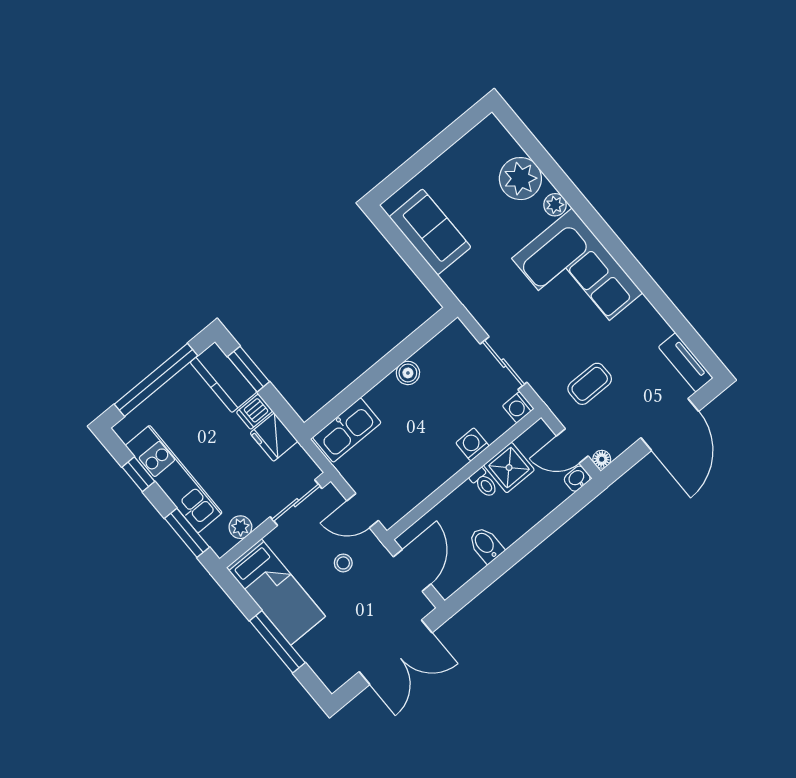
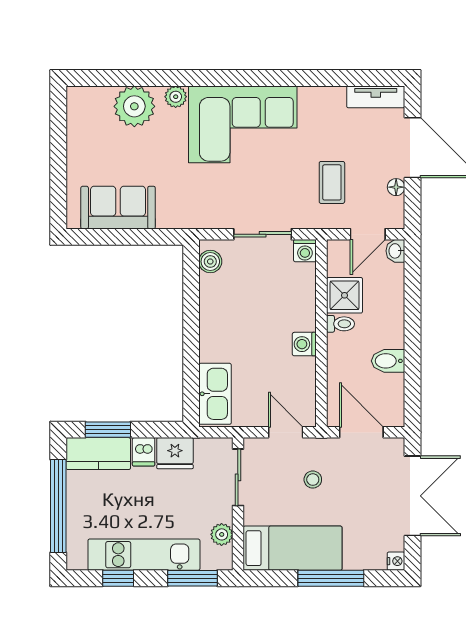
boiler: (408, 373) -> (210, 262), moved
washing machine: (472, 444) -> (304, 344), moved
floor lamp: (602, 459) -> (396, 187), moved
door: (363, 511) -> (286, 432), swing flipped
nightstand: (333, 682) -> (396, 561), added

